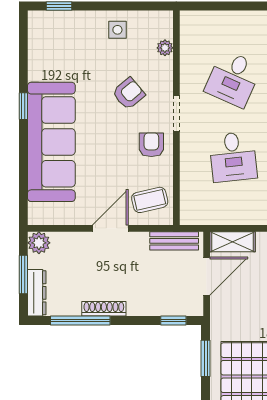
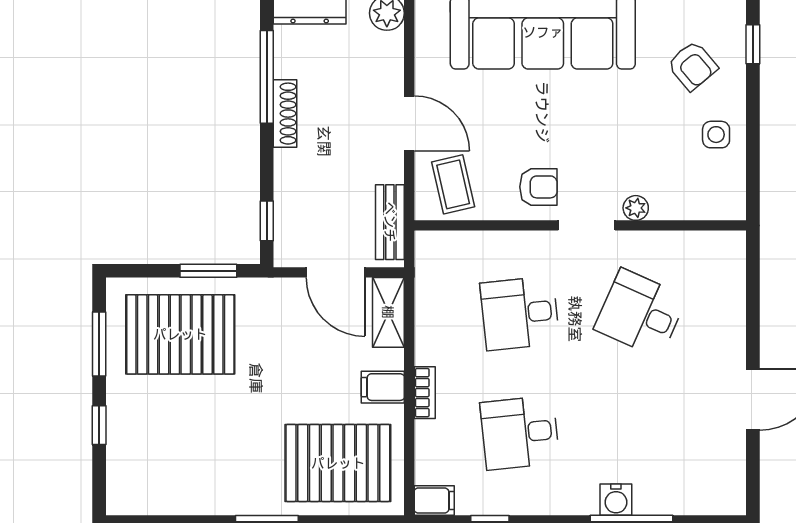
plant: (165, 48) -> (636, 208), moved
armchair: (129, 94) -> (692, 66), moved

